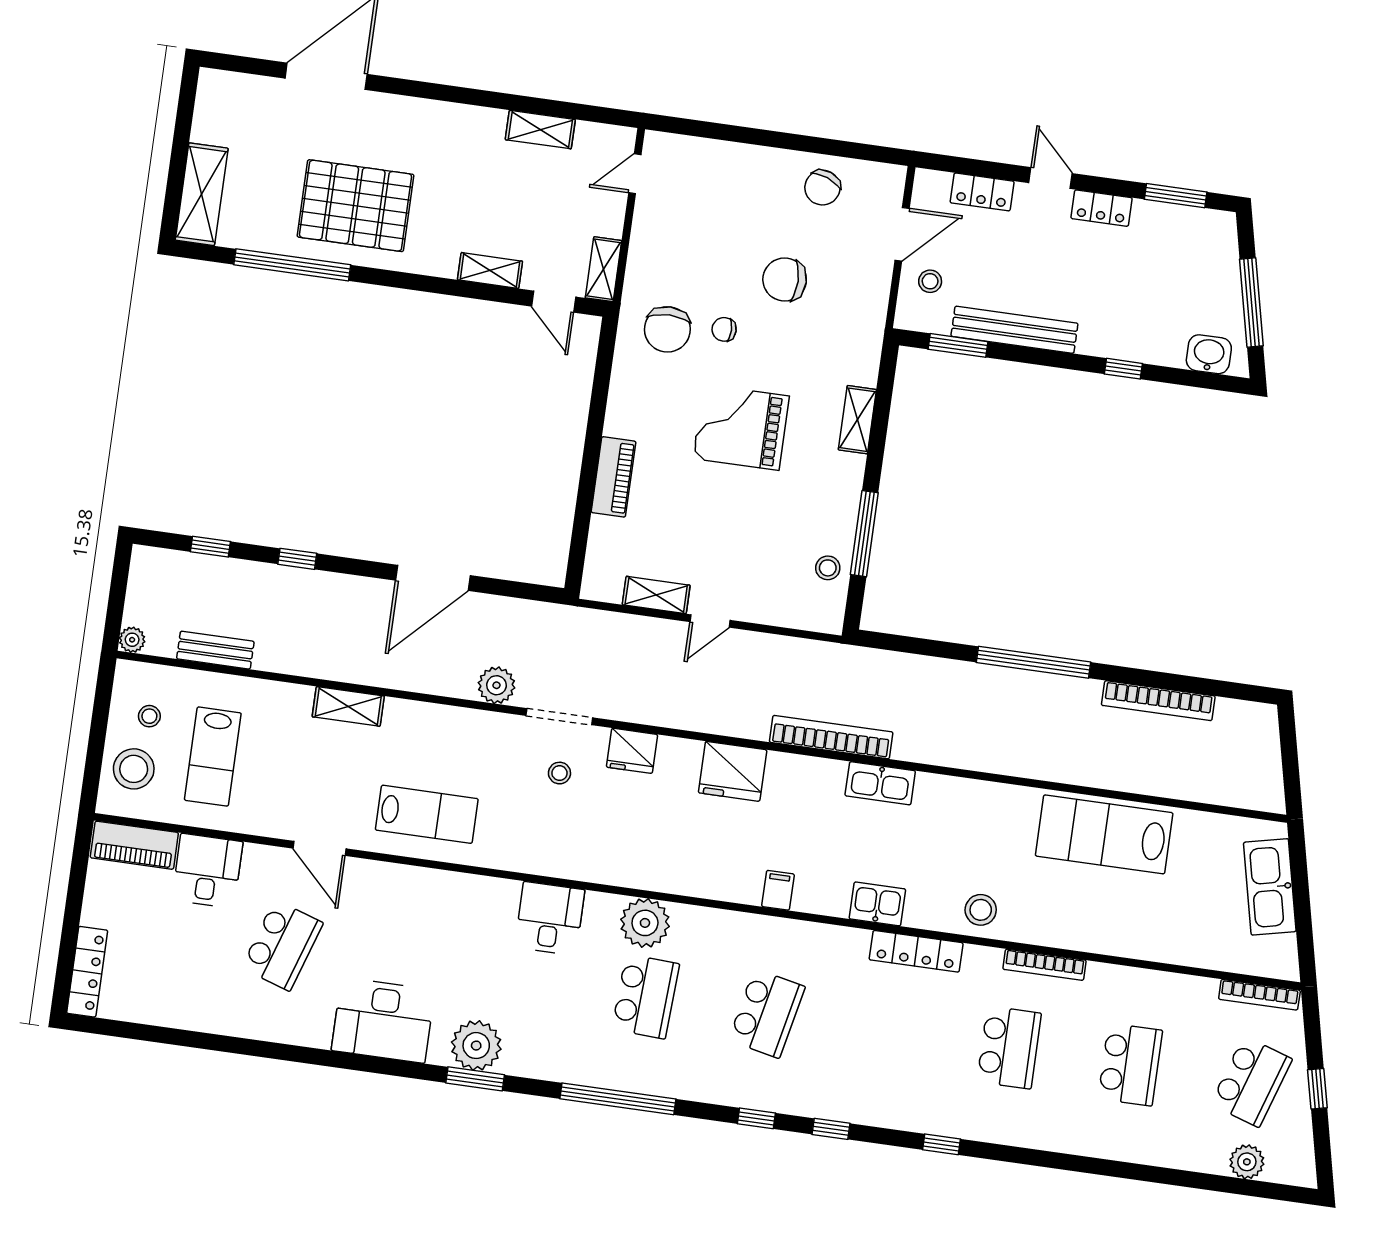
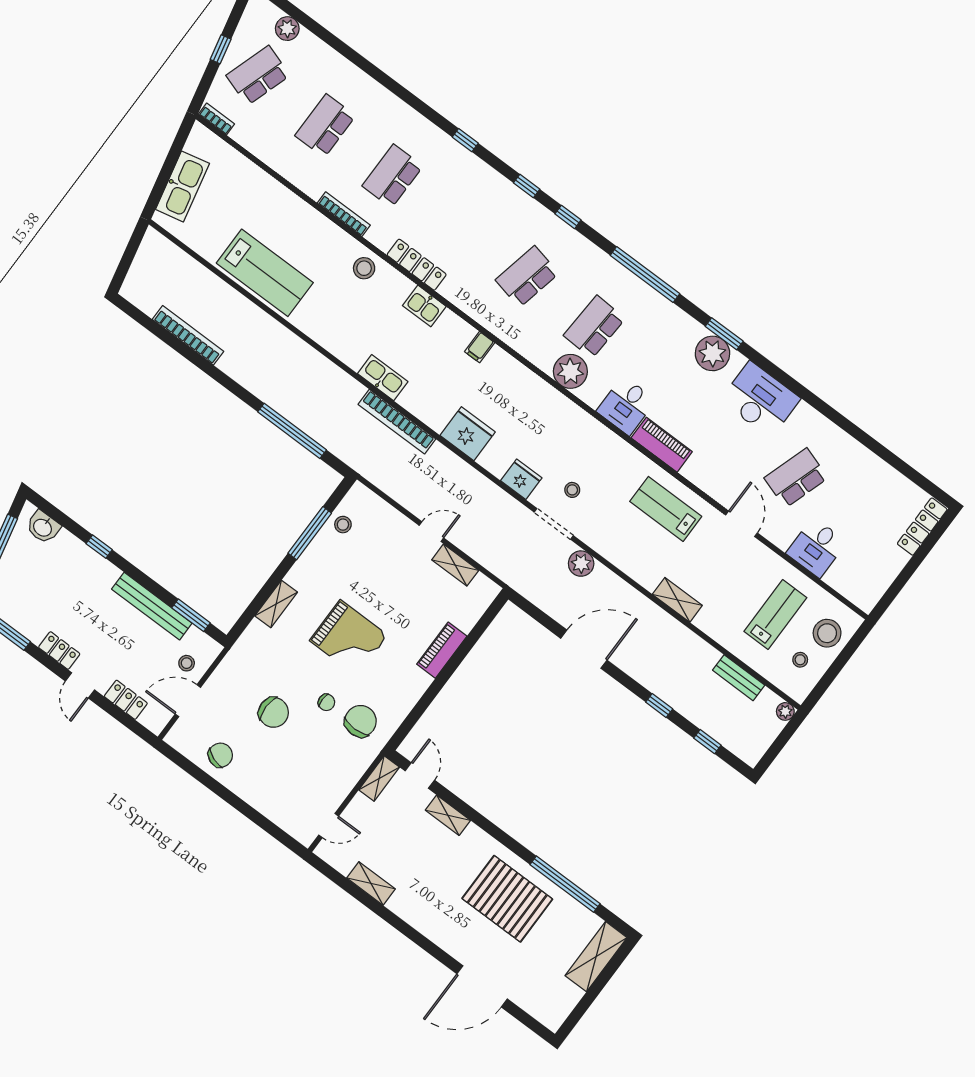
window: (1034, 662) -> (292, 431), moved
piano: (134, 845) -> (662, 445), moved
bookcase: (1259, 995) -> (217, 119), width x0.64

